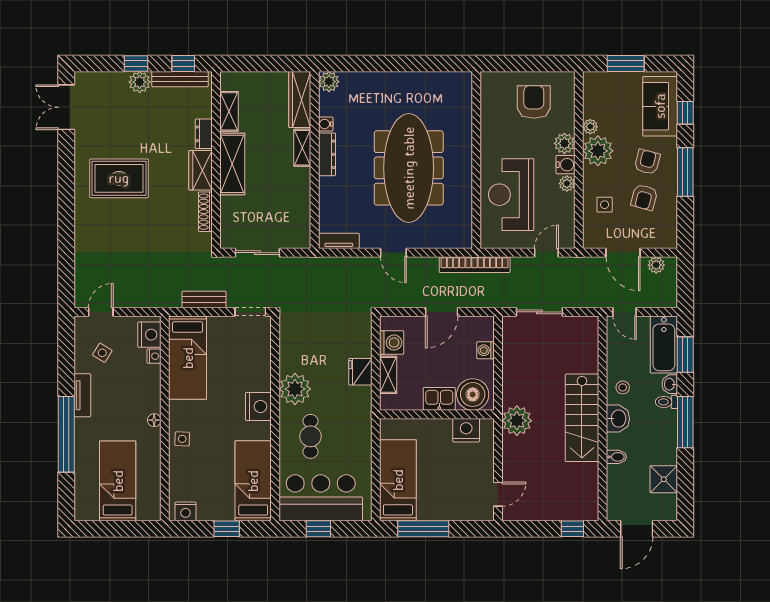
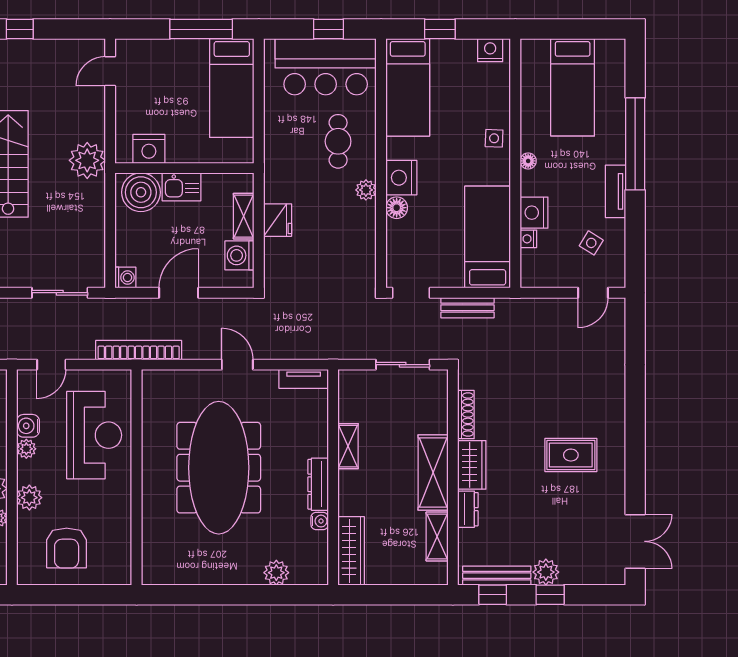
plant: (329, 82) -> (276, 573), moved
shelving: (302, 148) -> (348, 446), moved
water cooler: (566, 165) -> (28, 426), moved
rug: (119, 178) -> (571, 455), width x0.73, depth x0.70
nightstand: (149, 335) -> (534, 213), moved
washing machine: (485, 350) -> (125, 278), moved
floor lamp: (262, 382) -> (397, 208), added
plant: (295, 389) -> (366, 190), width x0.53, depth x0.53

